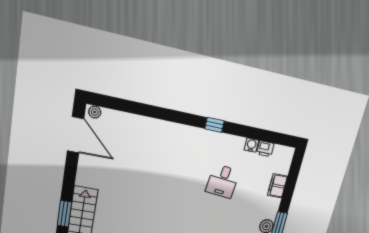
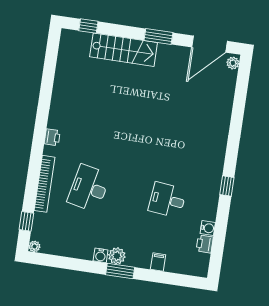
filing cabinet: (277, 186) -> (158, 262), width x0.50
window: (64, 214) -> (158, 37), moved

